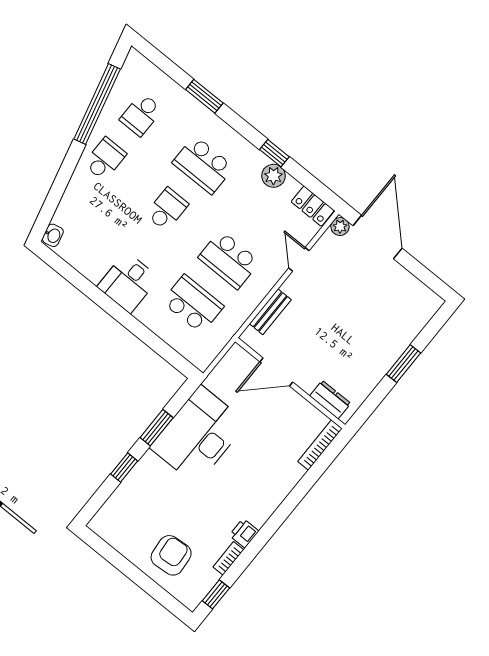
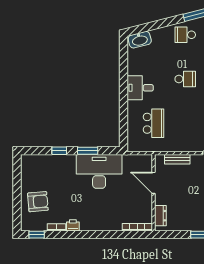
school desk: (105, 159) -> (185, 35), turned 180
washbasin: (53, 235) -> (140, 40), width x1.91, depth x1.45
school desk: (229, 260) -> (185, 123), removed

